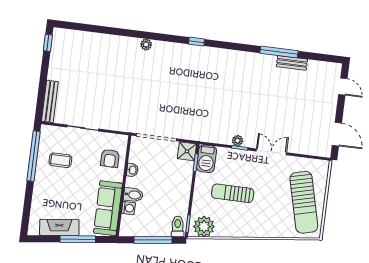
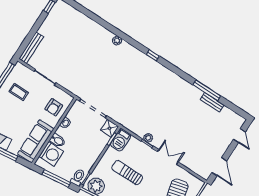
washing machine: (128, 208) -> (51, 154), width x1.89, depth x1.89

